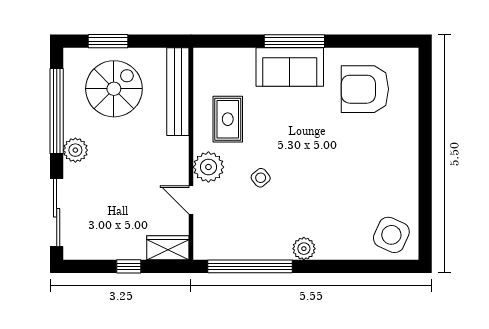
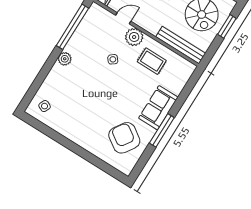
window: (294, 41) -> (162, 130), moved
armchair: (365, 89) -> (124, 138), turned -56
side table: (391, 235) -> (45, 106), width x0.54, depth x0.54

